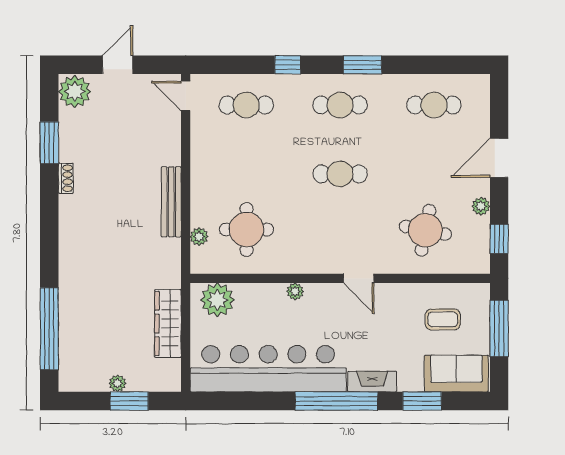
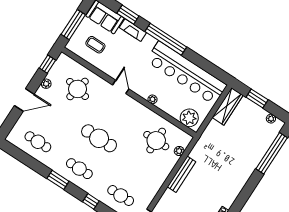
cafe table: (340, 174) -> (99, 138), width x1.37, depth x1.35
wardrobe: (168, 324) -> (228, 106), moved
fireplace: (372, 382) -> (133, 30), moved
plant: (118, 383) -> (271, 119), moved

